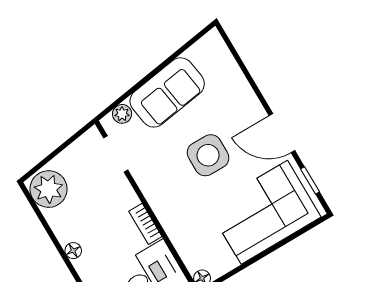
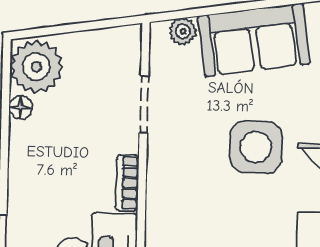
doorway: (116, 154) -> (144, 104), moved
floor lamp: (73, 251) -> (21, 107), moved

